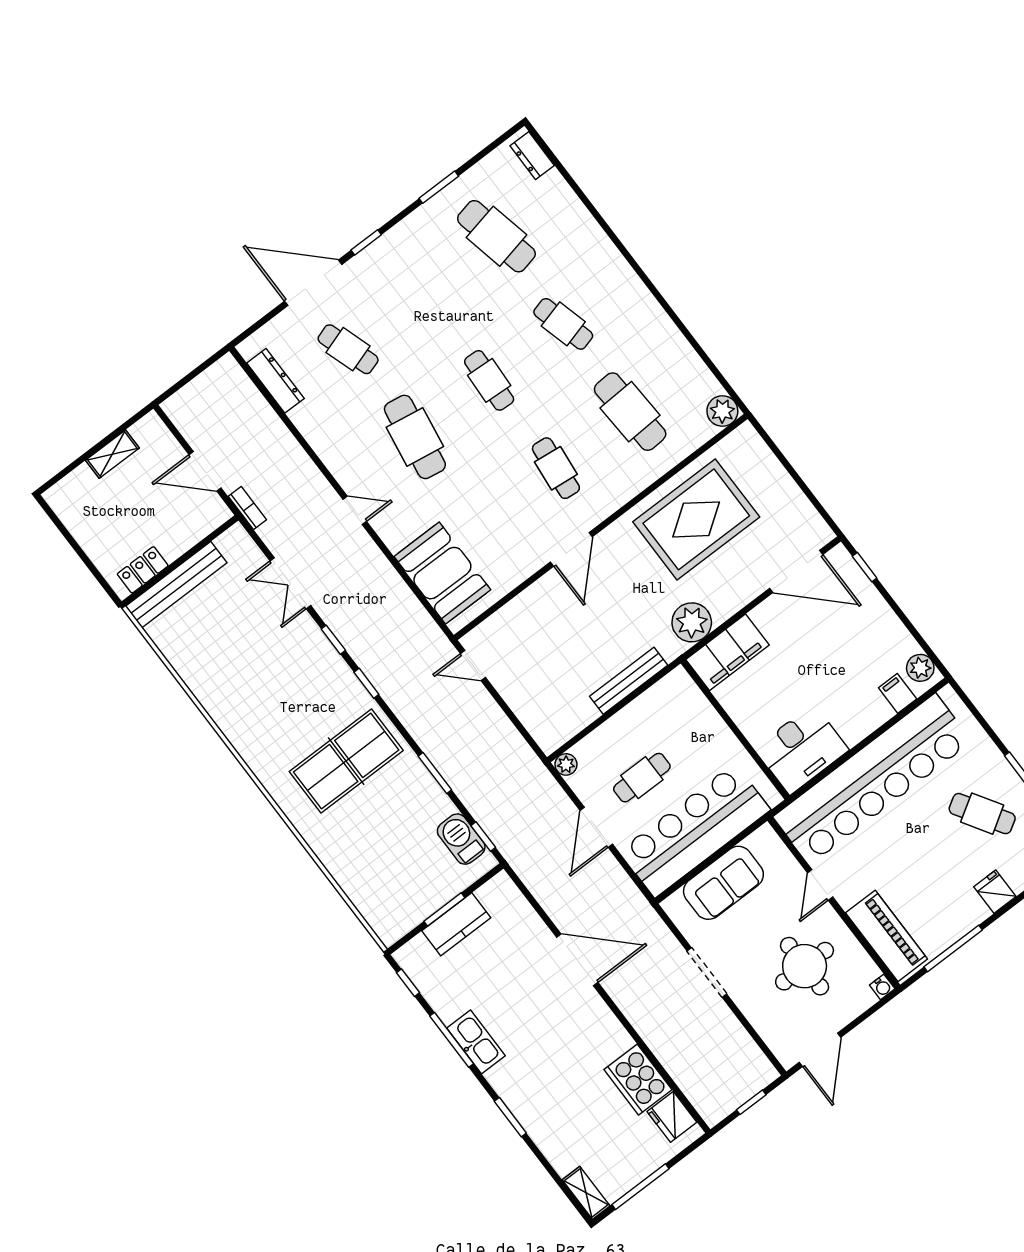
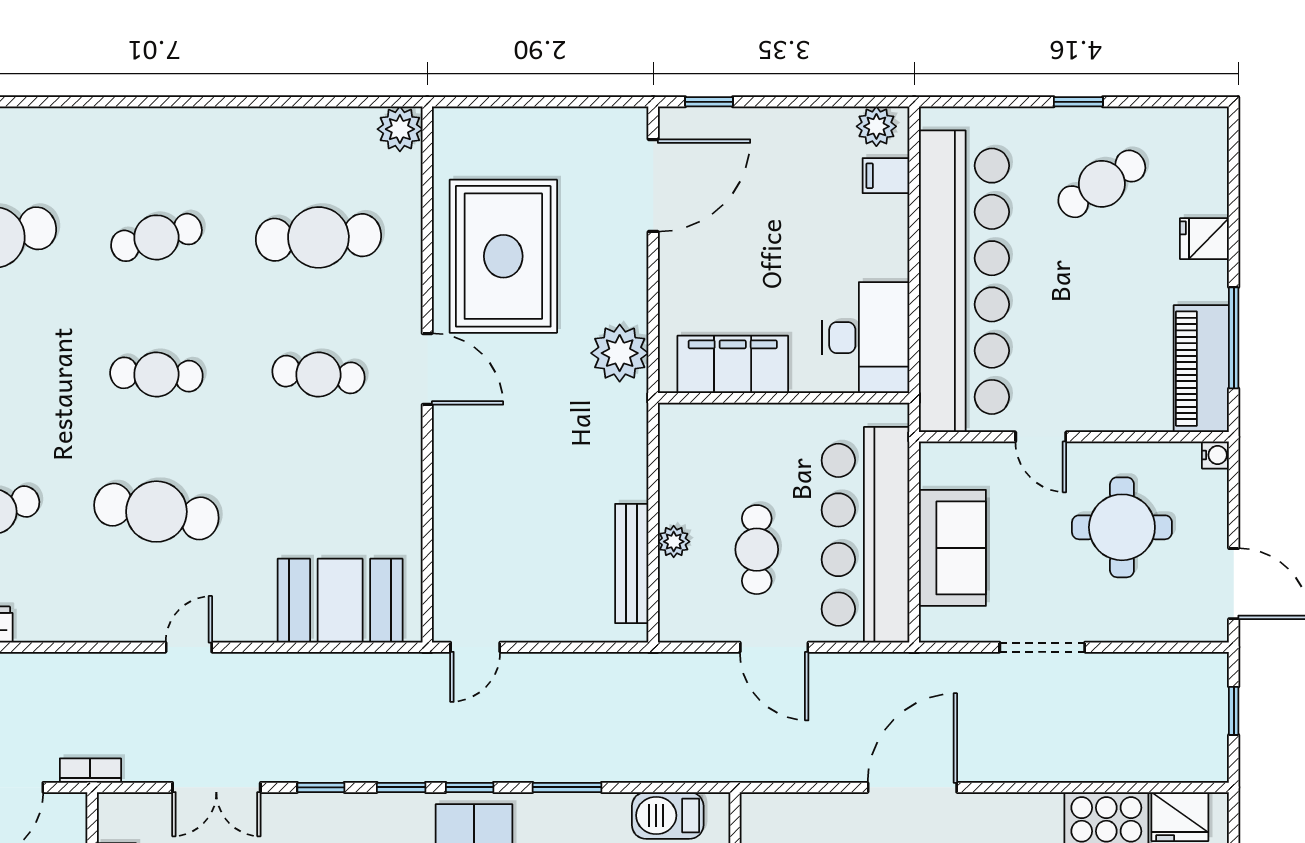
door: (571, 549) -> (427, 369), moved
filing cabinet: (728, 652) -> (733, 364), moved, turned -90
bench: (629, 681) -> (632, 564), moved
plant: (566, 764) -> (674, 542), moved
window: (483, 836) -> (470, 787), moved
piano: (887, 936) -> (1201, 369), moved, turned -90

